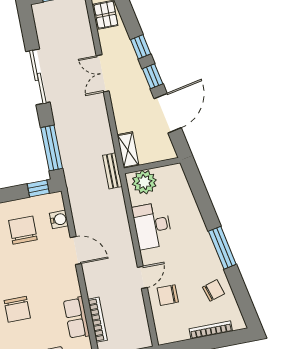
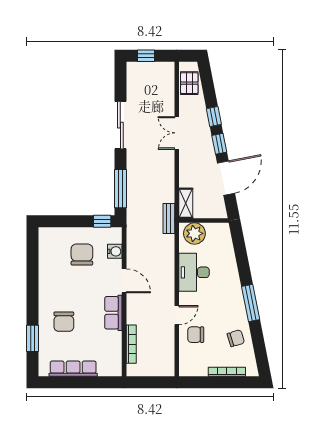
row of seats: (76, 318) -> (113, 313), moved

